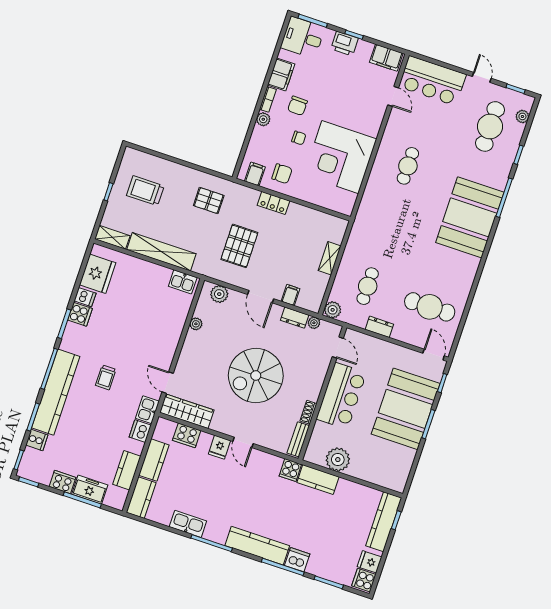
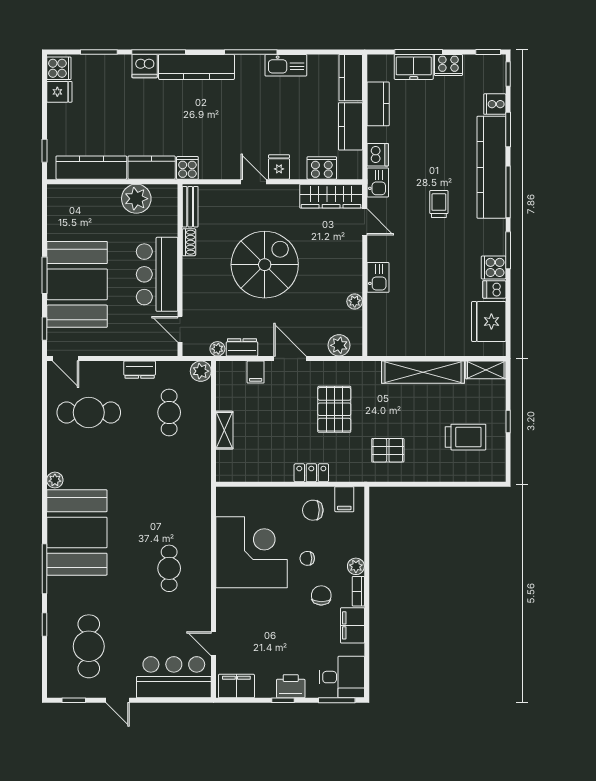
plant: (522, 116) -> (55, 480), moved
kitchen sink: (183, 282) -> (378, 277), moved, turned 90
kitchen counter: (384, 522) -> (91, 168), moved, turned -90

